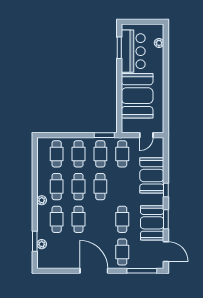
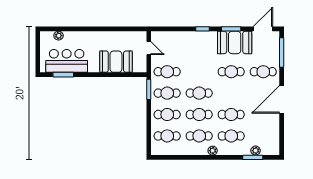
booth: (137, 96) -> (116, 62), width x0.73, depth x0.70
booth: (152, 175) -> (188, 43), removed

